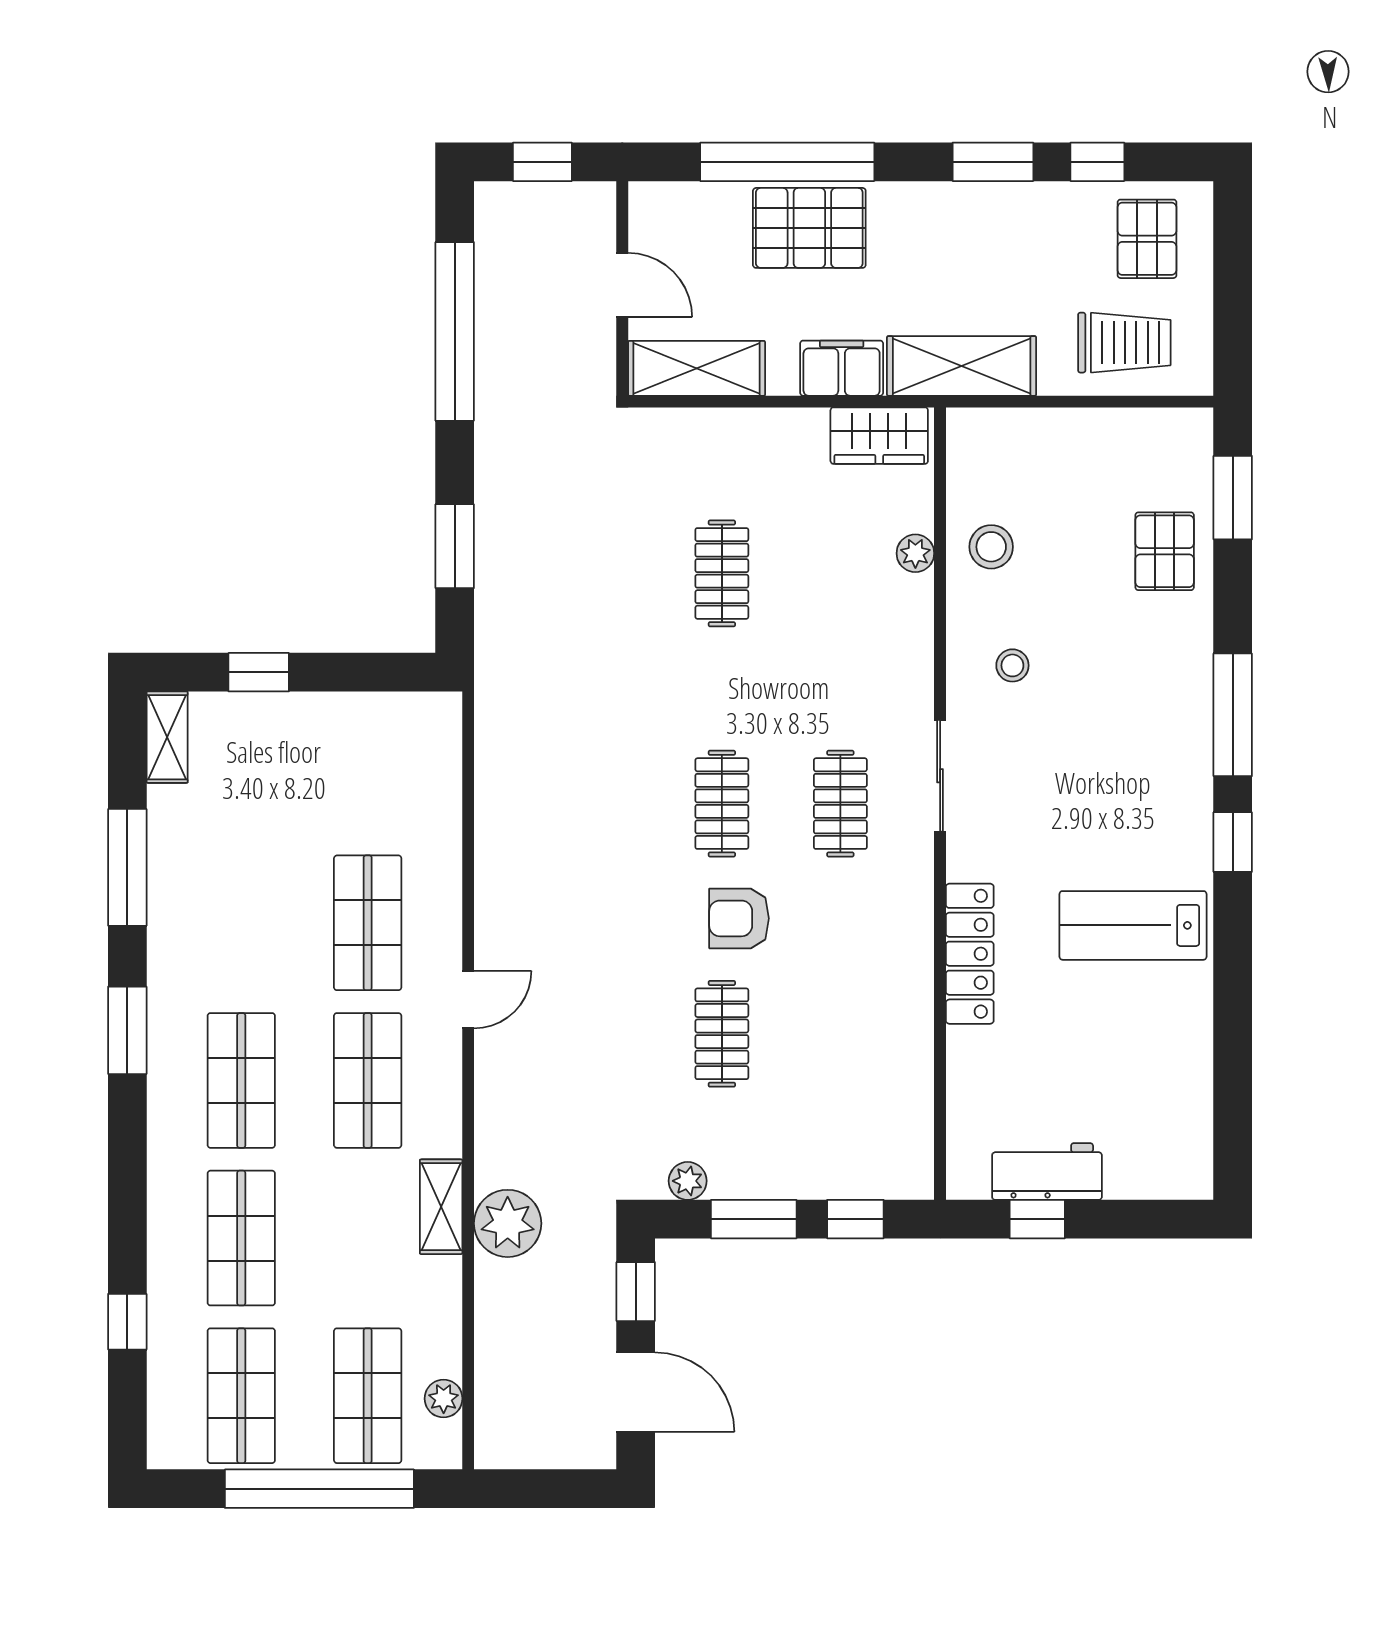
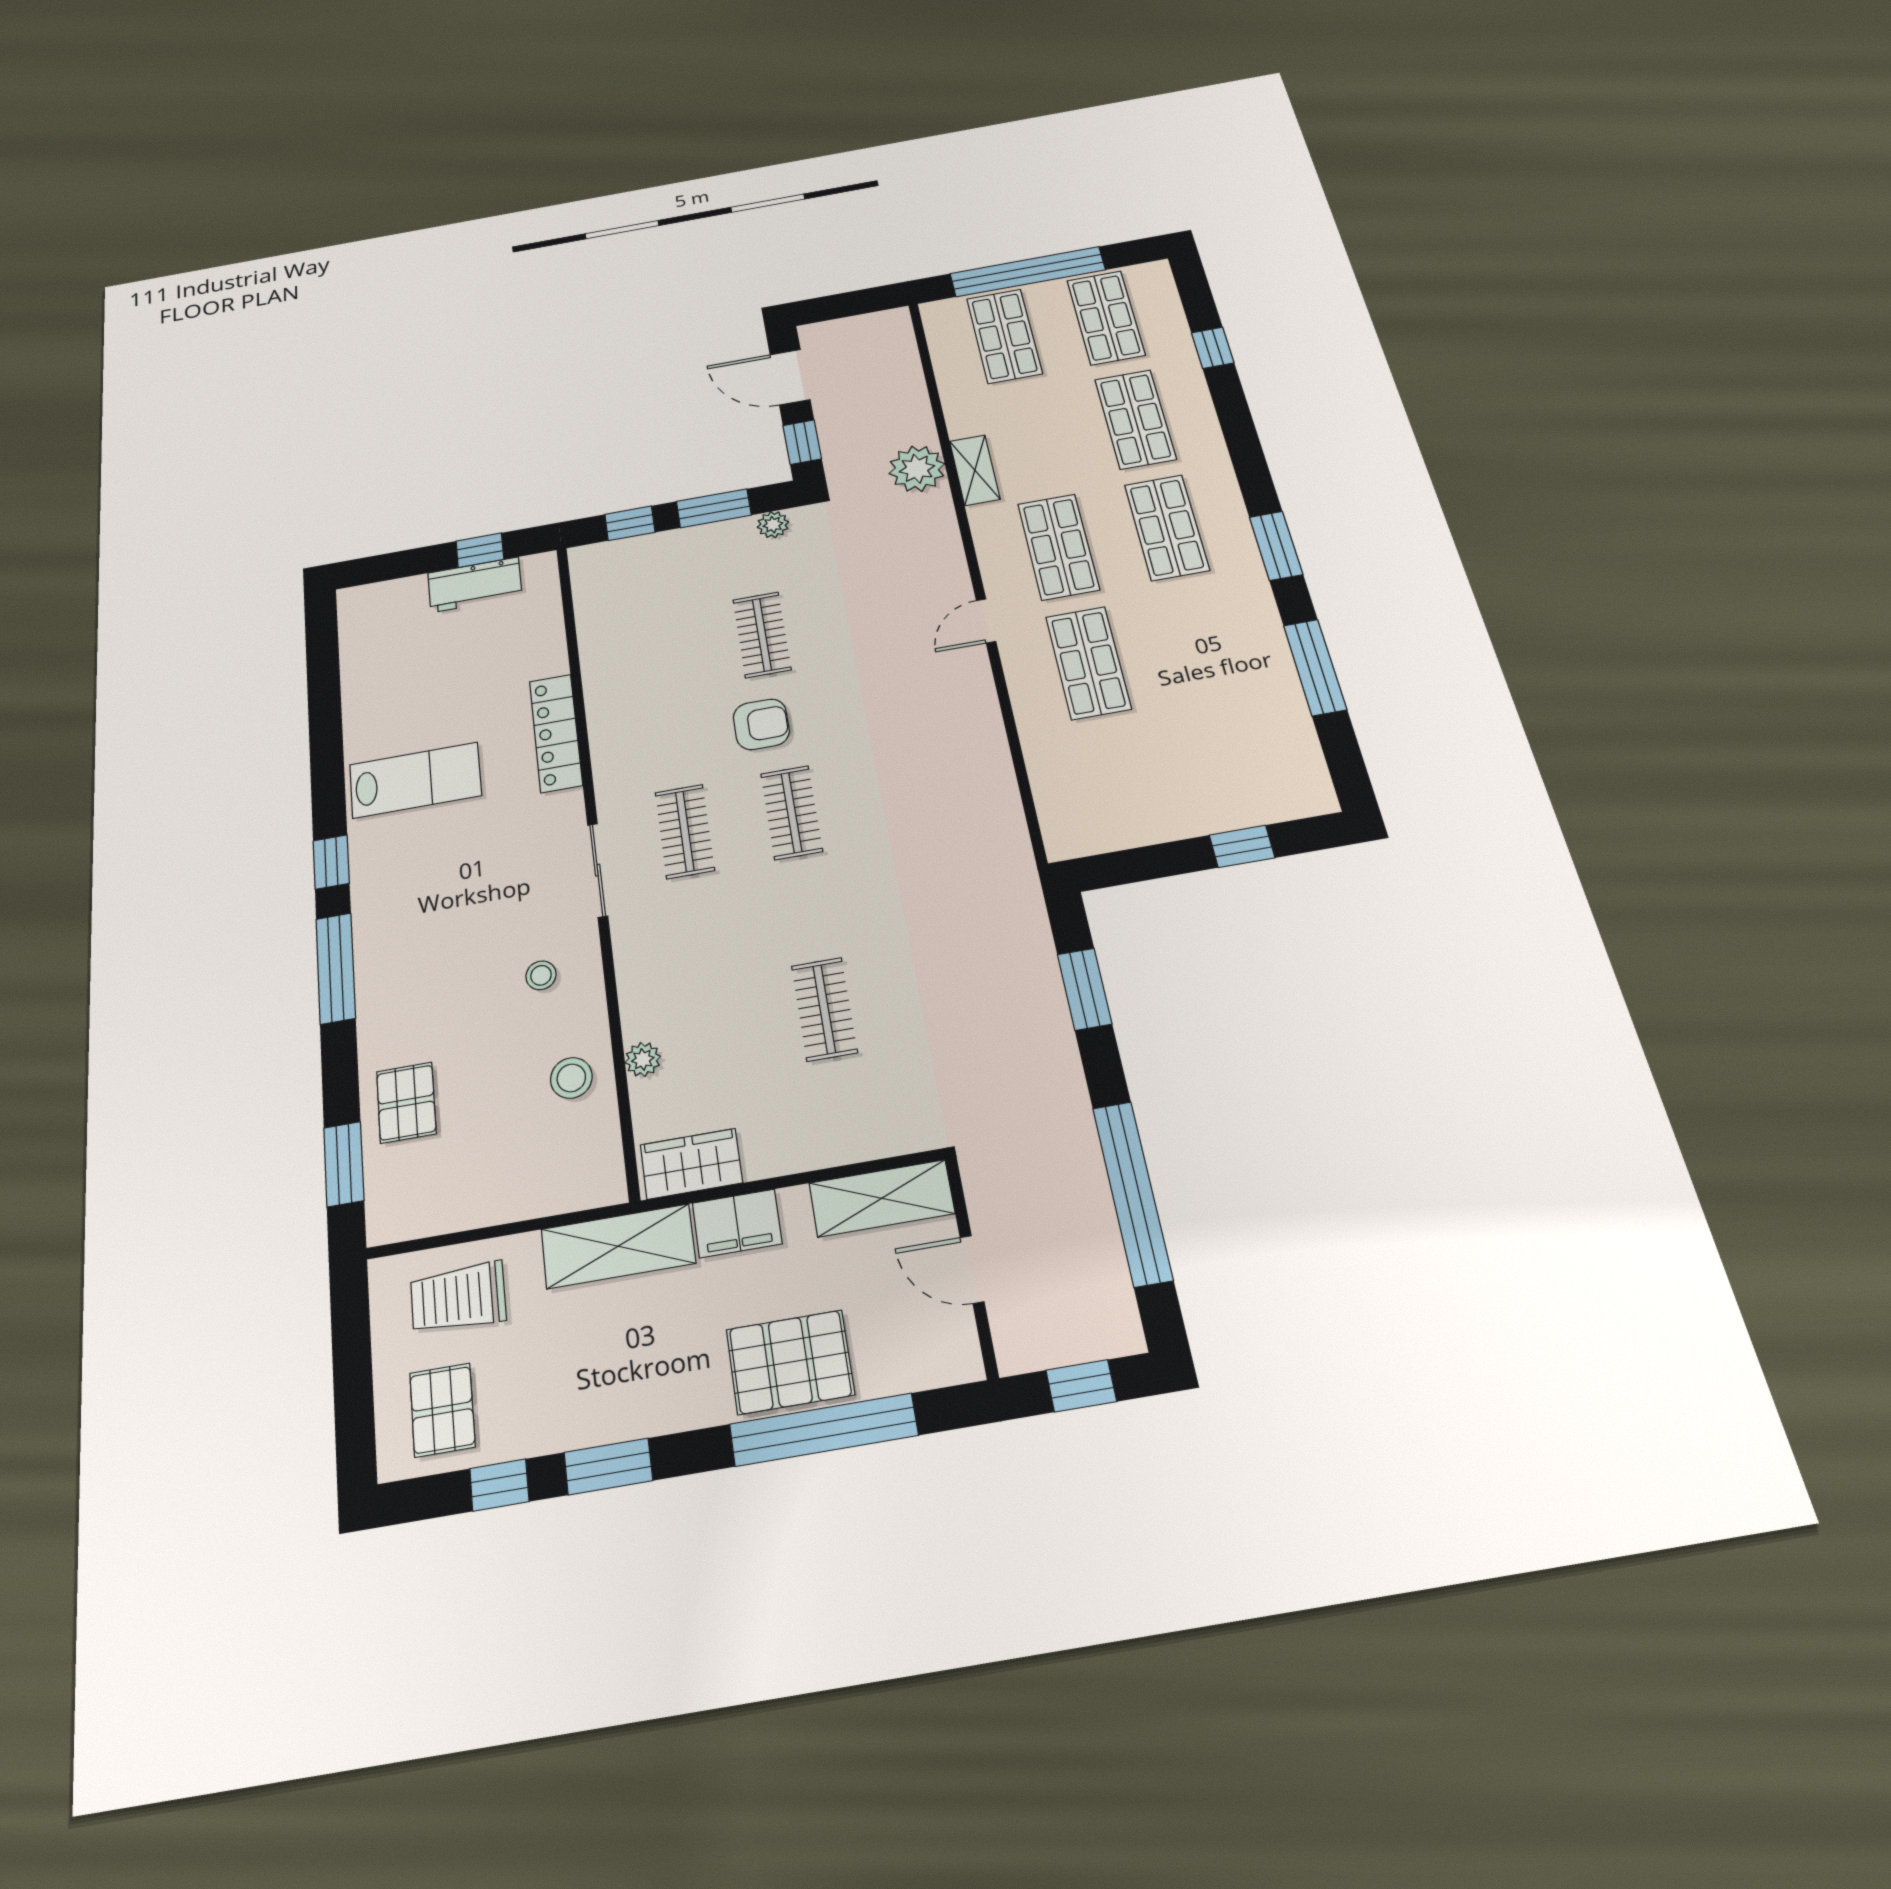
shelving: (167, 737) -> (1311, 777), removed
plant: (444, 1399) -> (943, 345), removed

